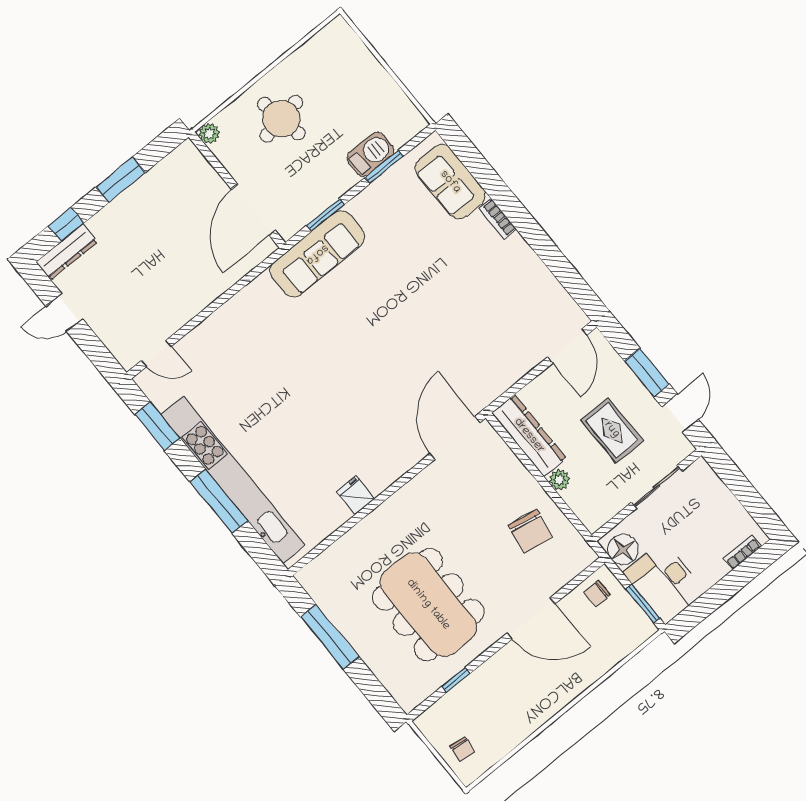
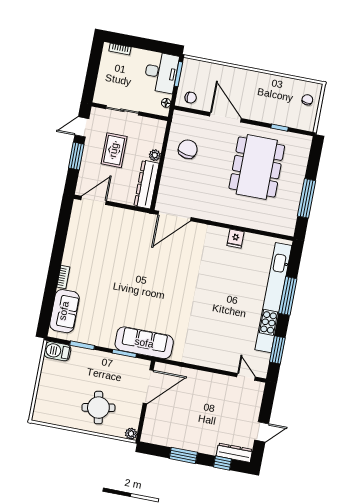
barbecue: (370, 154) -> (57, 351), moved
door: (64, 312) -> (262, 432), hinge flipped
floor lamp: (623, 550) -> (166, 103), width x0.53, depth x0.53

